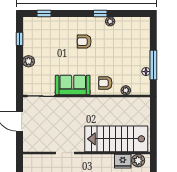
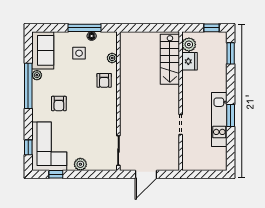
window: (100, 14) -> (28, 86), width x3.17
corner sofa: (45, 33) -> (49, 146), added
side table: (130, 60) -> (79, 53), added
sofa: (73, 85) -> (43, 50), moved, turned 180
stairs: (116, 139) -> (170, 59), width x0.73, depth x0.66

